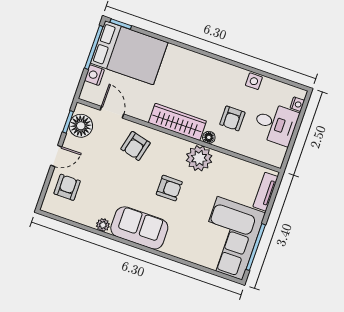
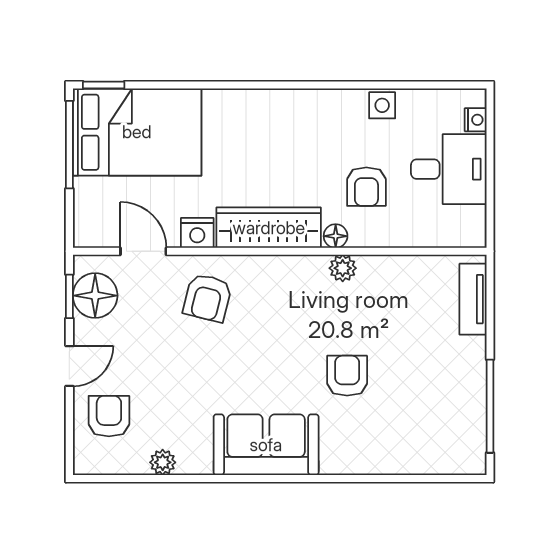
nightstand: (94, 75) -> (197, 233), moved, turned -90
plant: (199, 158) -> (343, 268), width x0.53, depth x0.53
armchair: (169, 188) -> (347, 376), moved, turned -90
plant: (103, 225) -> (163, 462), moved
corner sofa: (230, 238) -> (437, 406), removed

